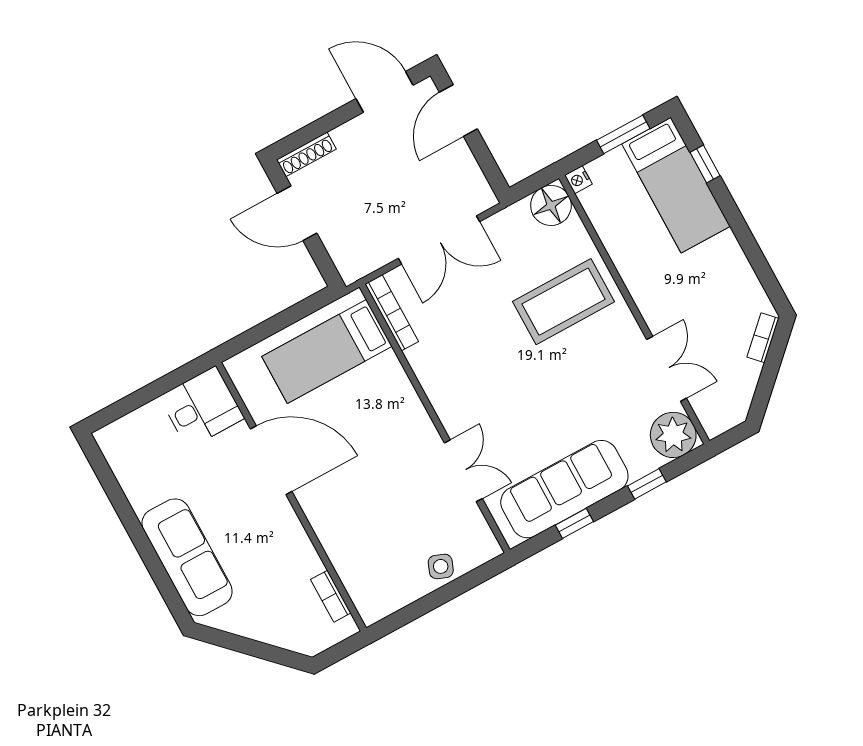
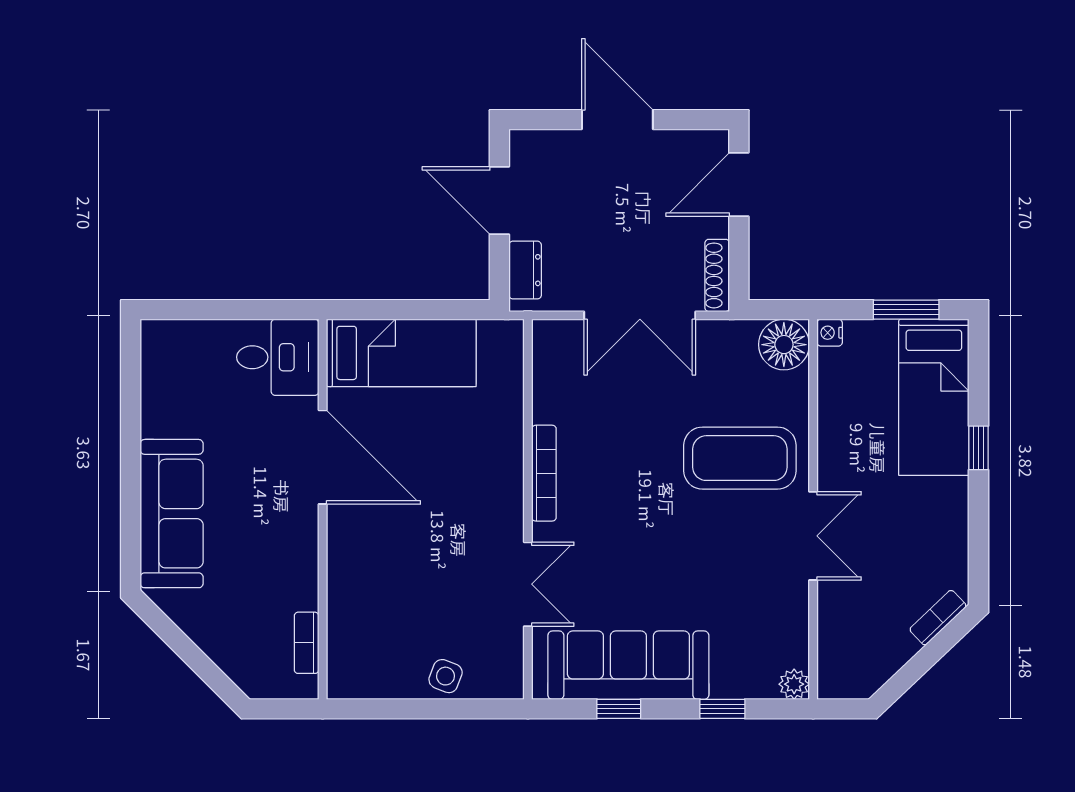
door: (385, 92) -> (617, 120), moved
shoe rack: (306, 154) -> (717, 275), moved, turned 90
window: (705, 164) -> (978, 448), moved
dresser: (342, 252) -> (525, 270), added
bookcase: (392, 313) -> (544, 473), moved
bed: (327, 351) -> (401, 353), moved, turned 180
double door: (667, 369) -> (813, 536), moved
plant: (673, 435) -> (794, 684), width x0.53, depth x0.53

